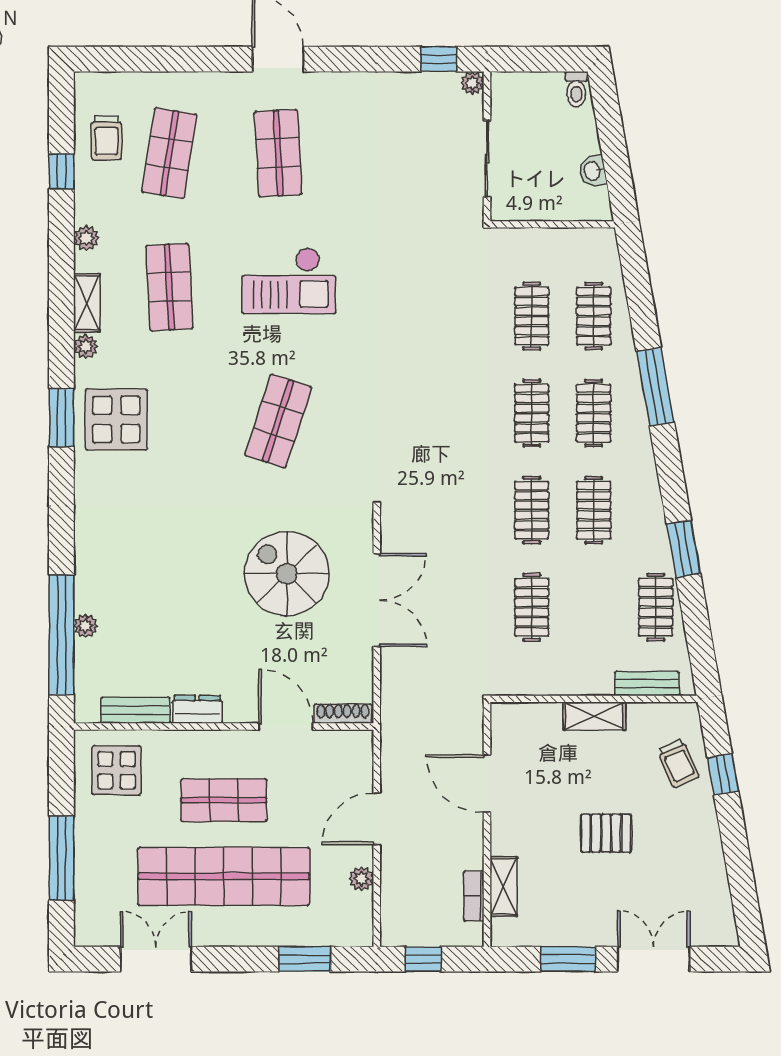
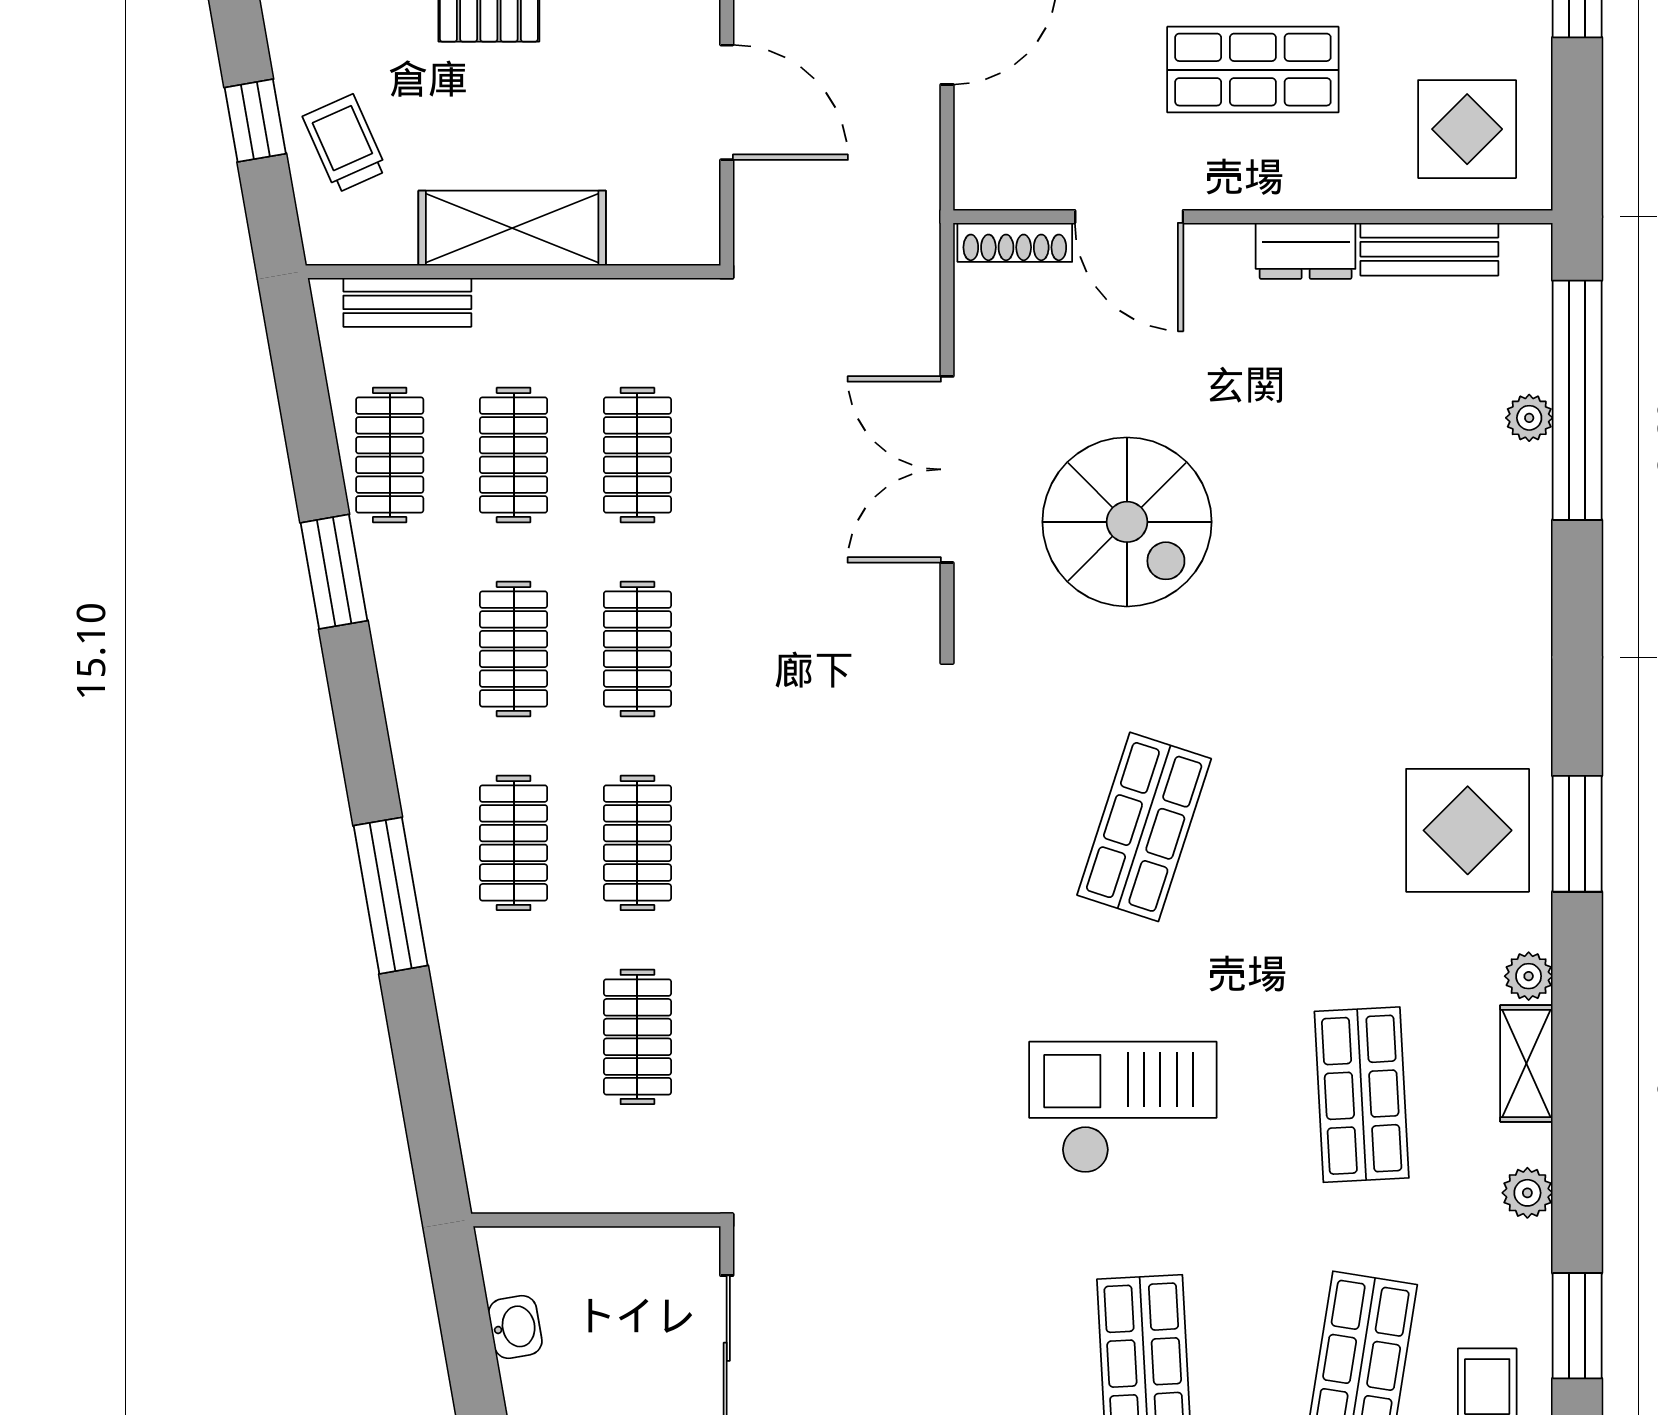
window: (61, 172) -> (1577, 1326), width x1.50
clothes rail: (594, 316) -> (514, 455), moved
shelving: (594, 716) -> (512, 228), width x1.50, depth x1.33

